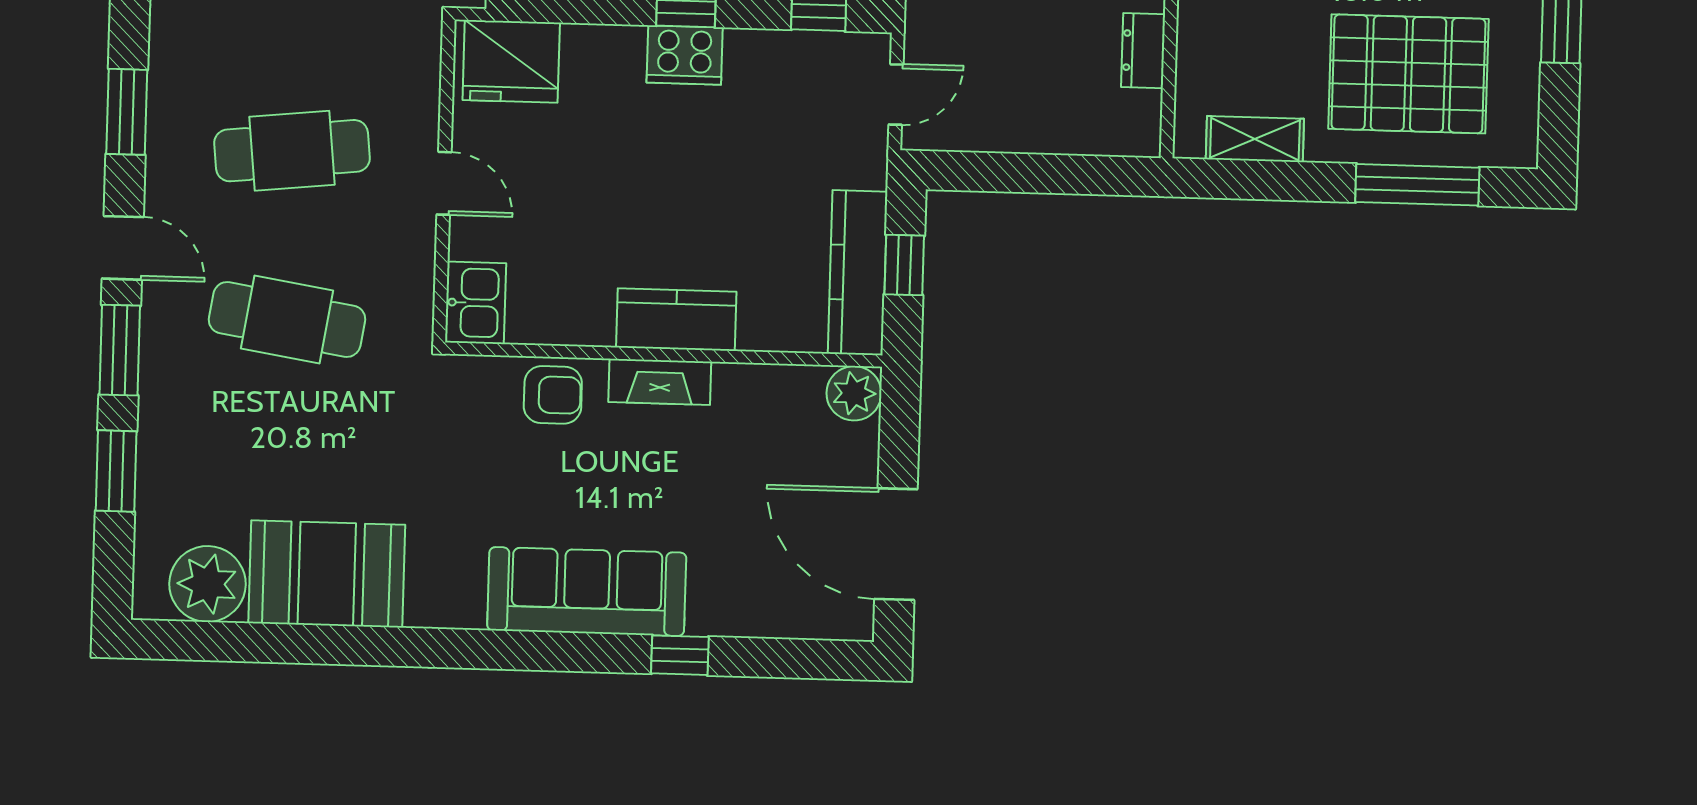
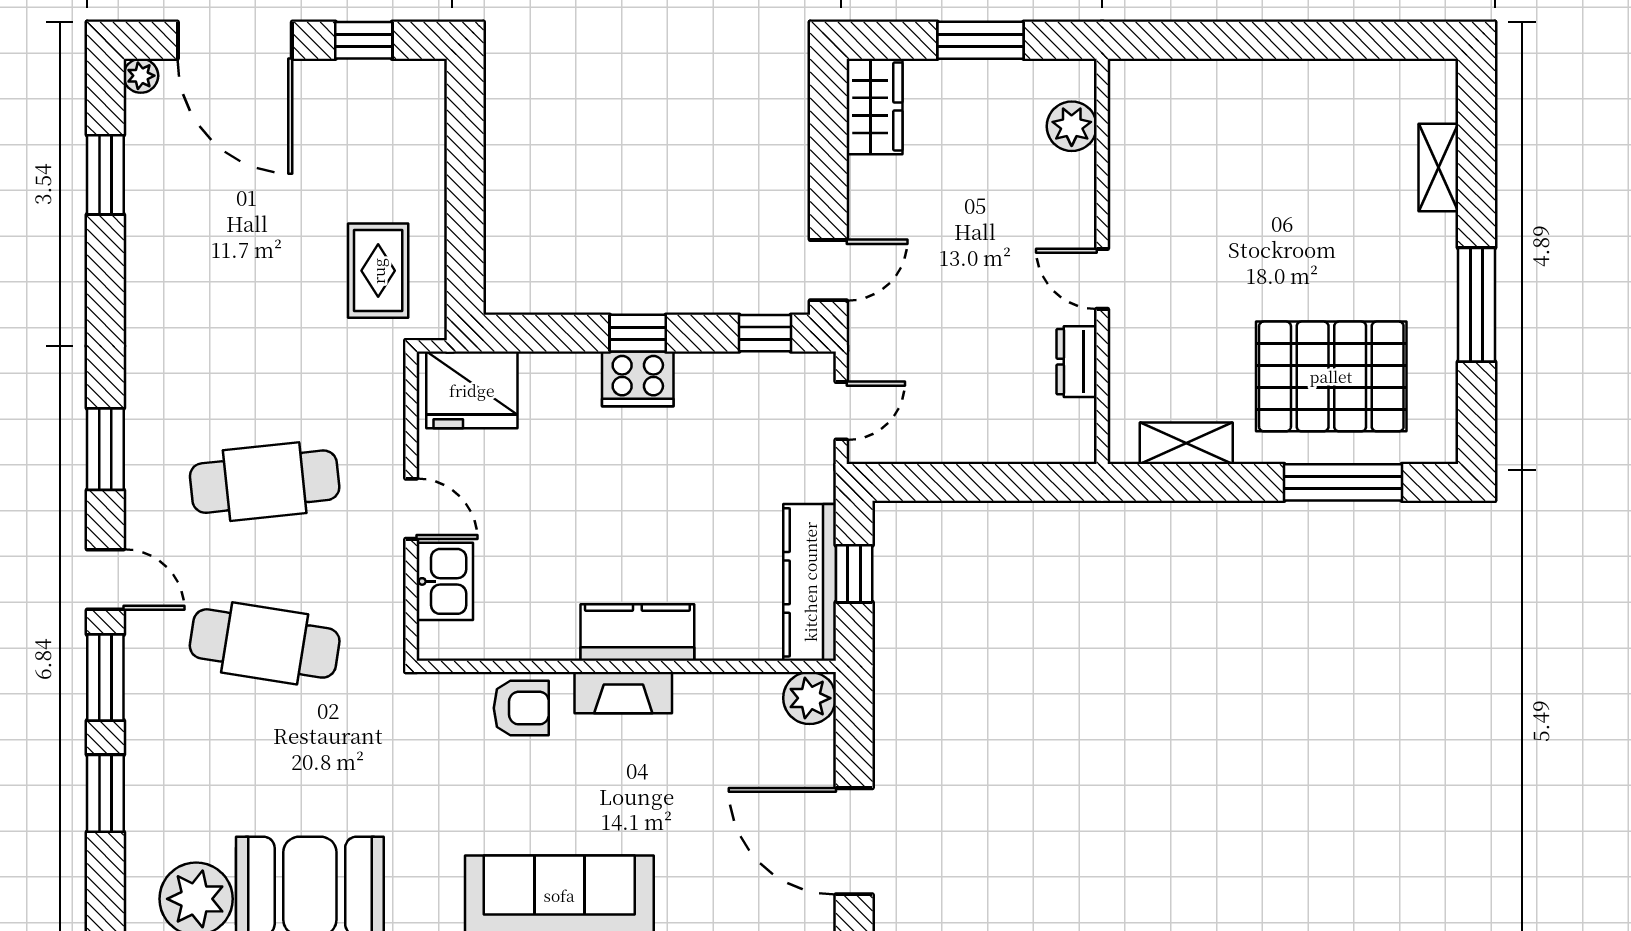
kitchen sink: (476, 303) -> (445, 581), moved

